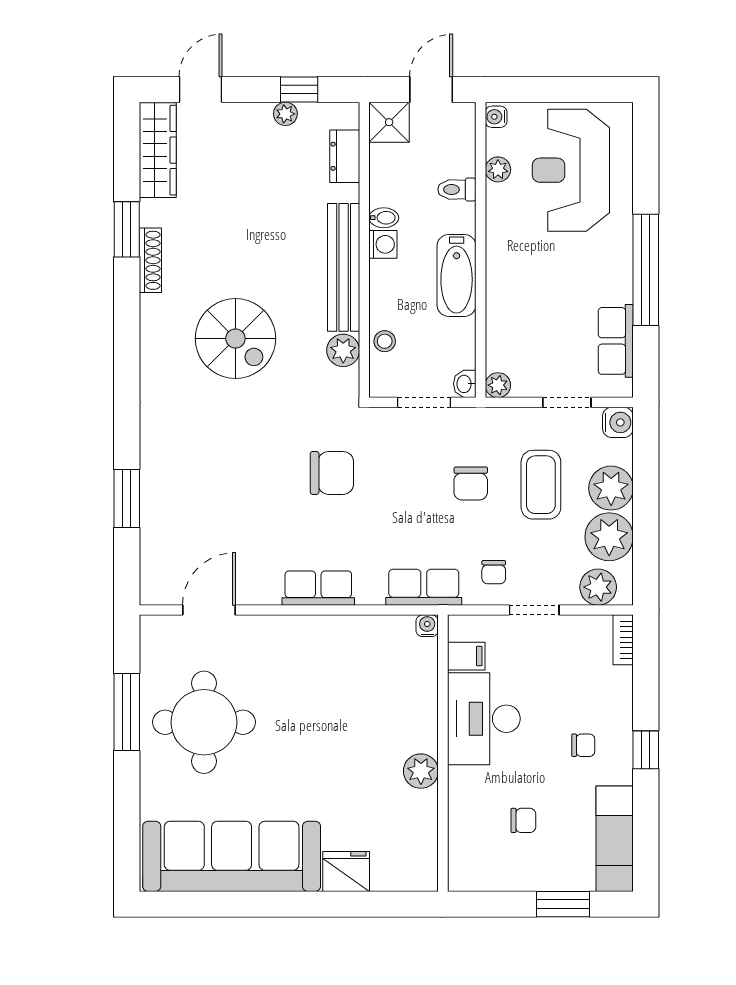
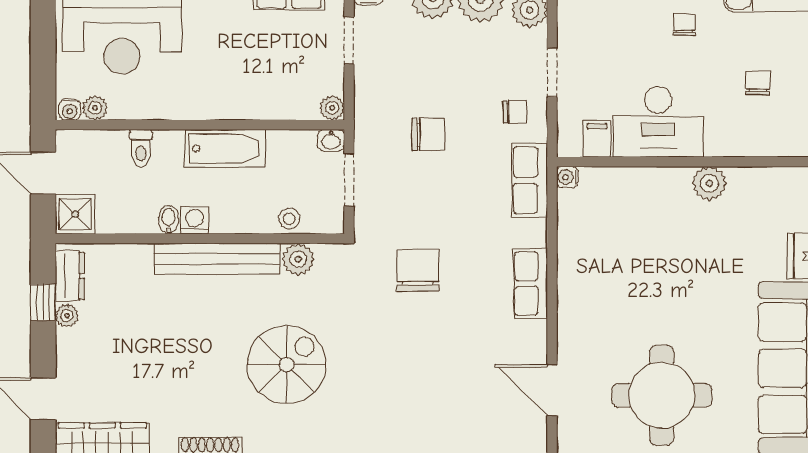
dresser: (345, 156) -> (70, 276), moved, turned -90
plant: (498, 169) -> (95, 108), moved
coffee table: (541, 485) -> (429, 66), removed

